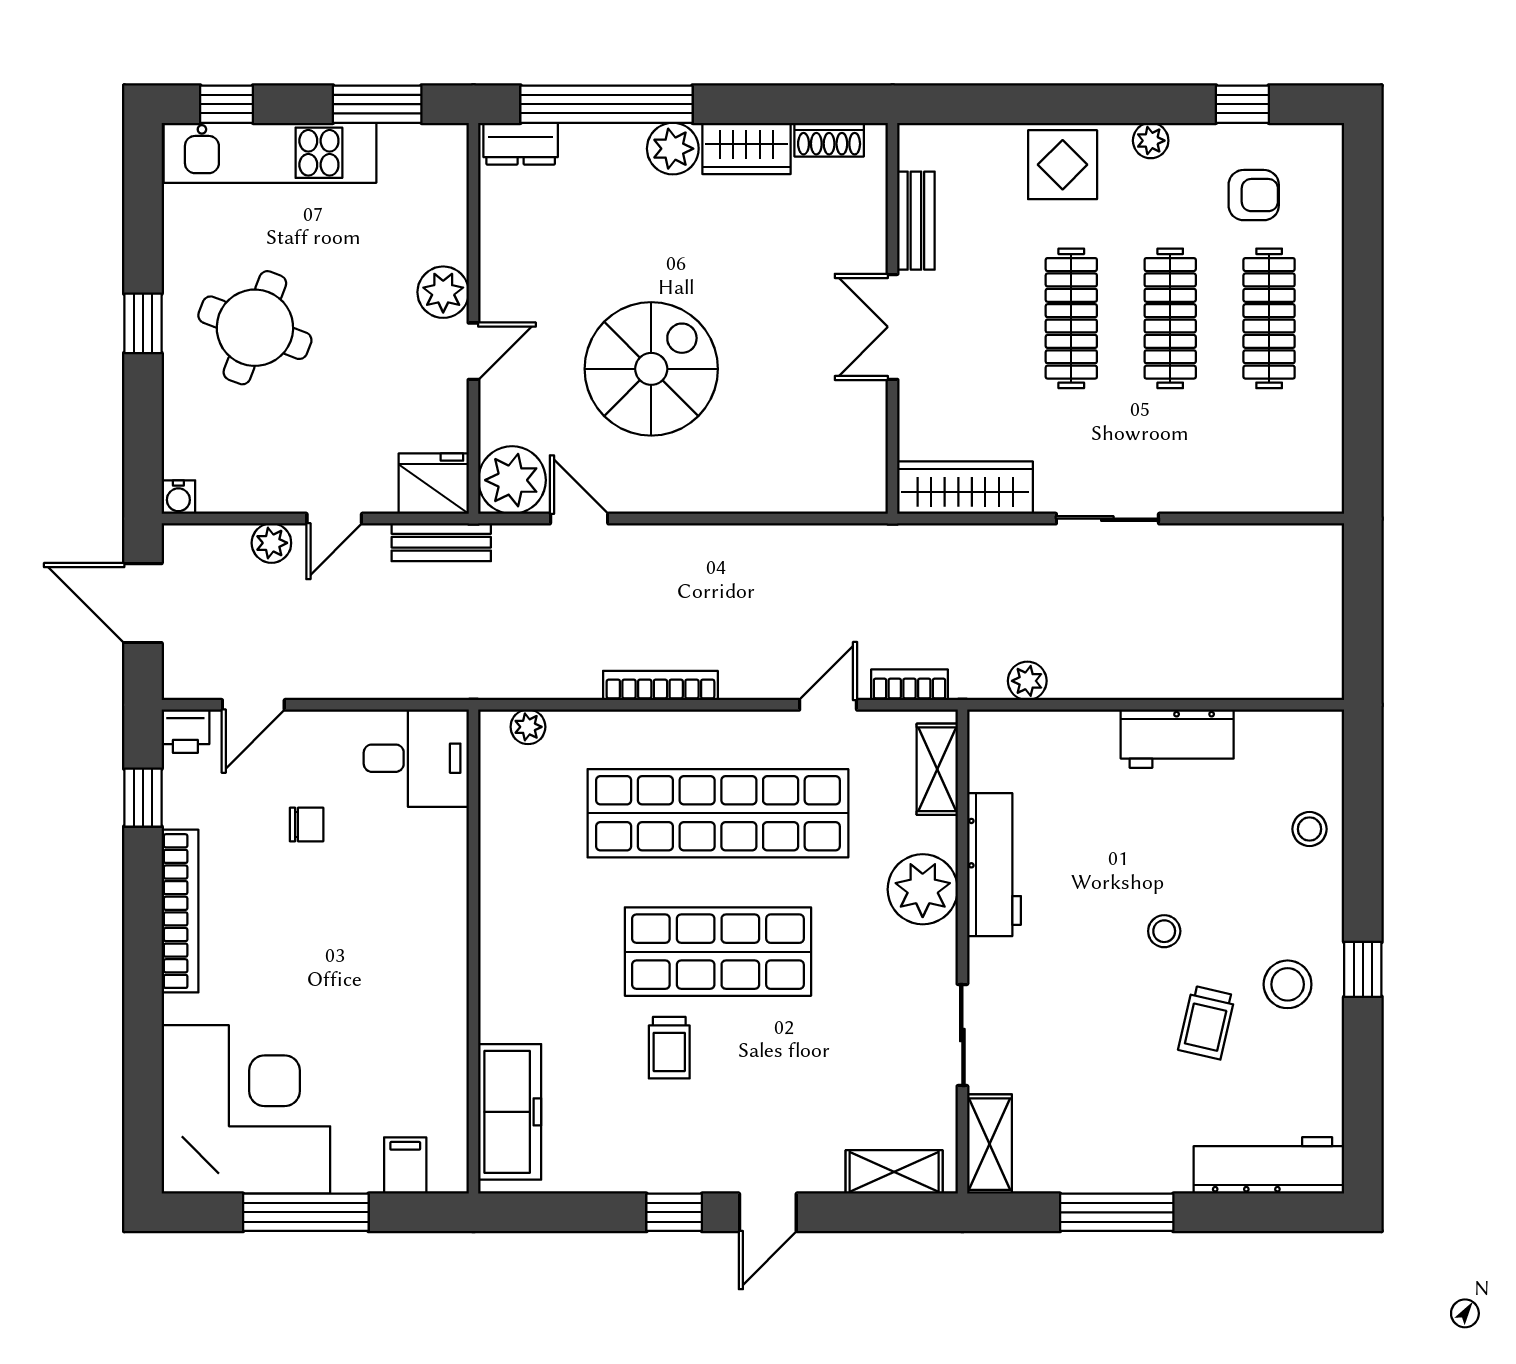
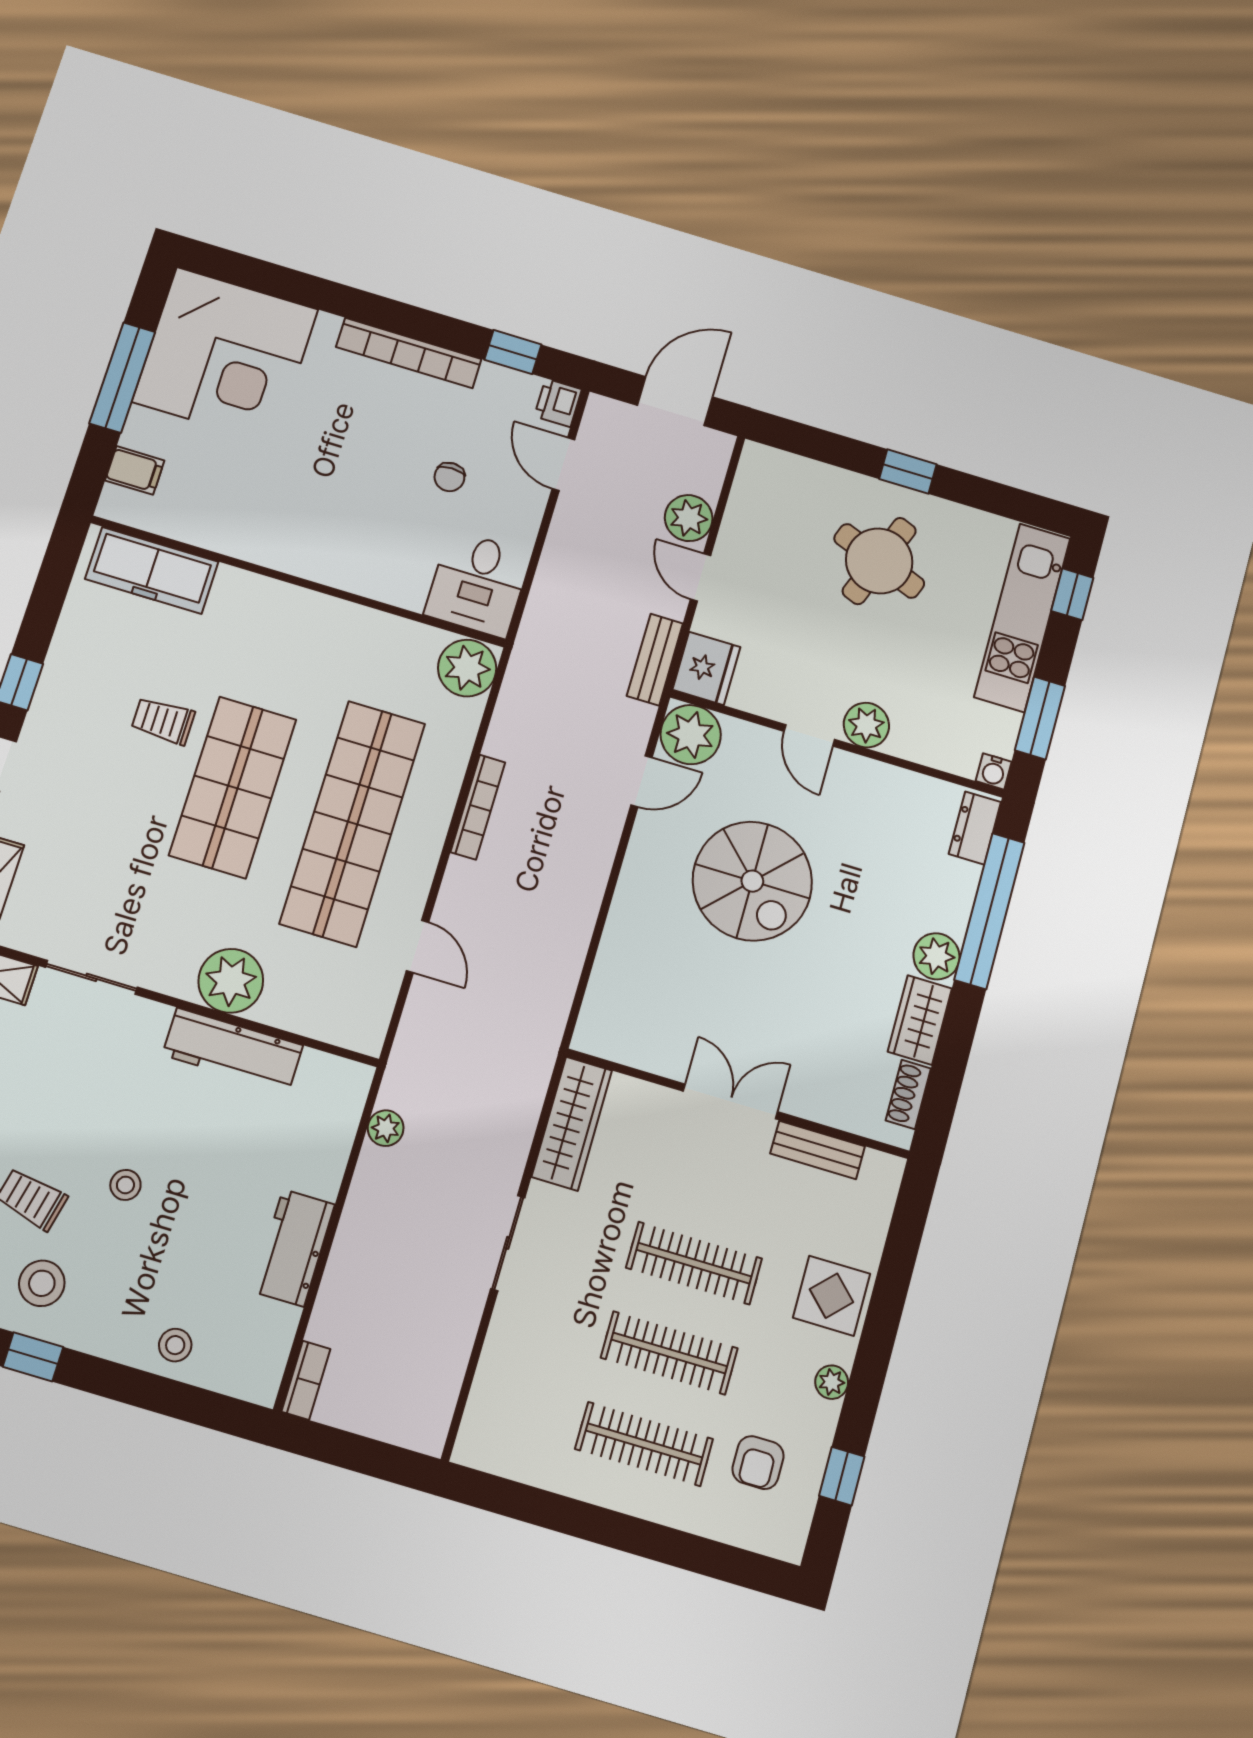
water cooler: (178, 497) -> (994, 771), moved, turned -90
plant: (271, 543) -> (689, 518), width x1.38, depth x1.38
bookcase: (909, 685) -> (306, 1380), moved
plant: (528, 727) -> (467, 668), width x1.87, depth x1.87
shelving: (937, 769) -> (332, 1025), removed

